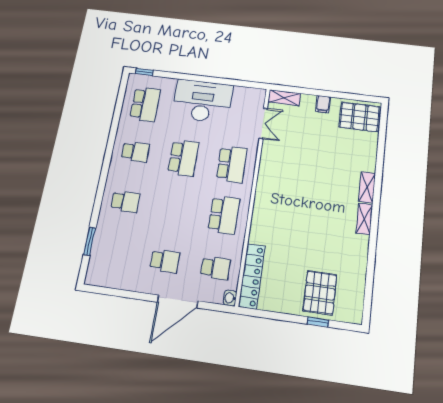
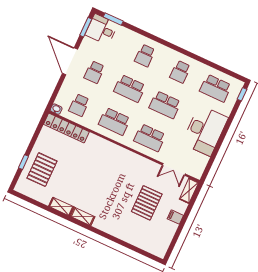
pallet: (359, 117) -> (147, 203), moved
shelving: (367, 187) -> (61, 207), moved
school desk: (174, 208) -> (130, 88), added
window: (90, 241) -> (113, 19), moved
desk: (104, 269) -> (102, 29), added
window: (106, 291) -> (86, 27), added
pallet: (320, 293) -> (42, 170), turned 90
door: (177, 301) -> (70, 61), moved

